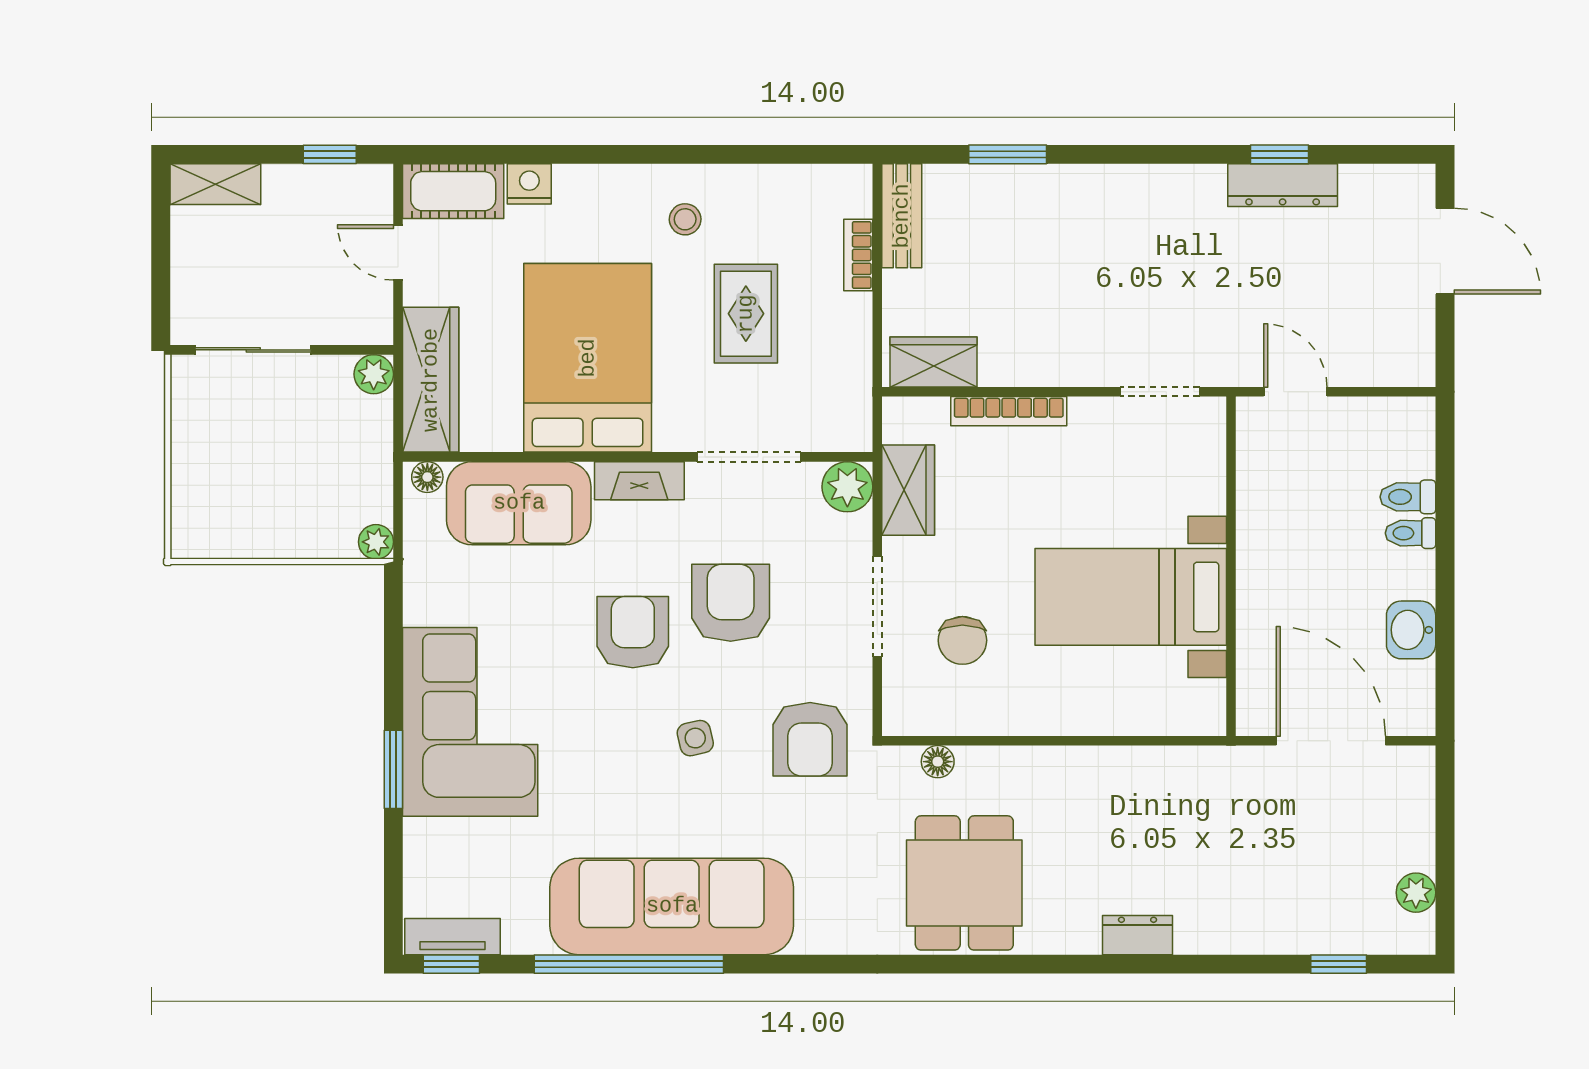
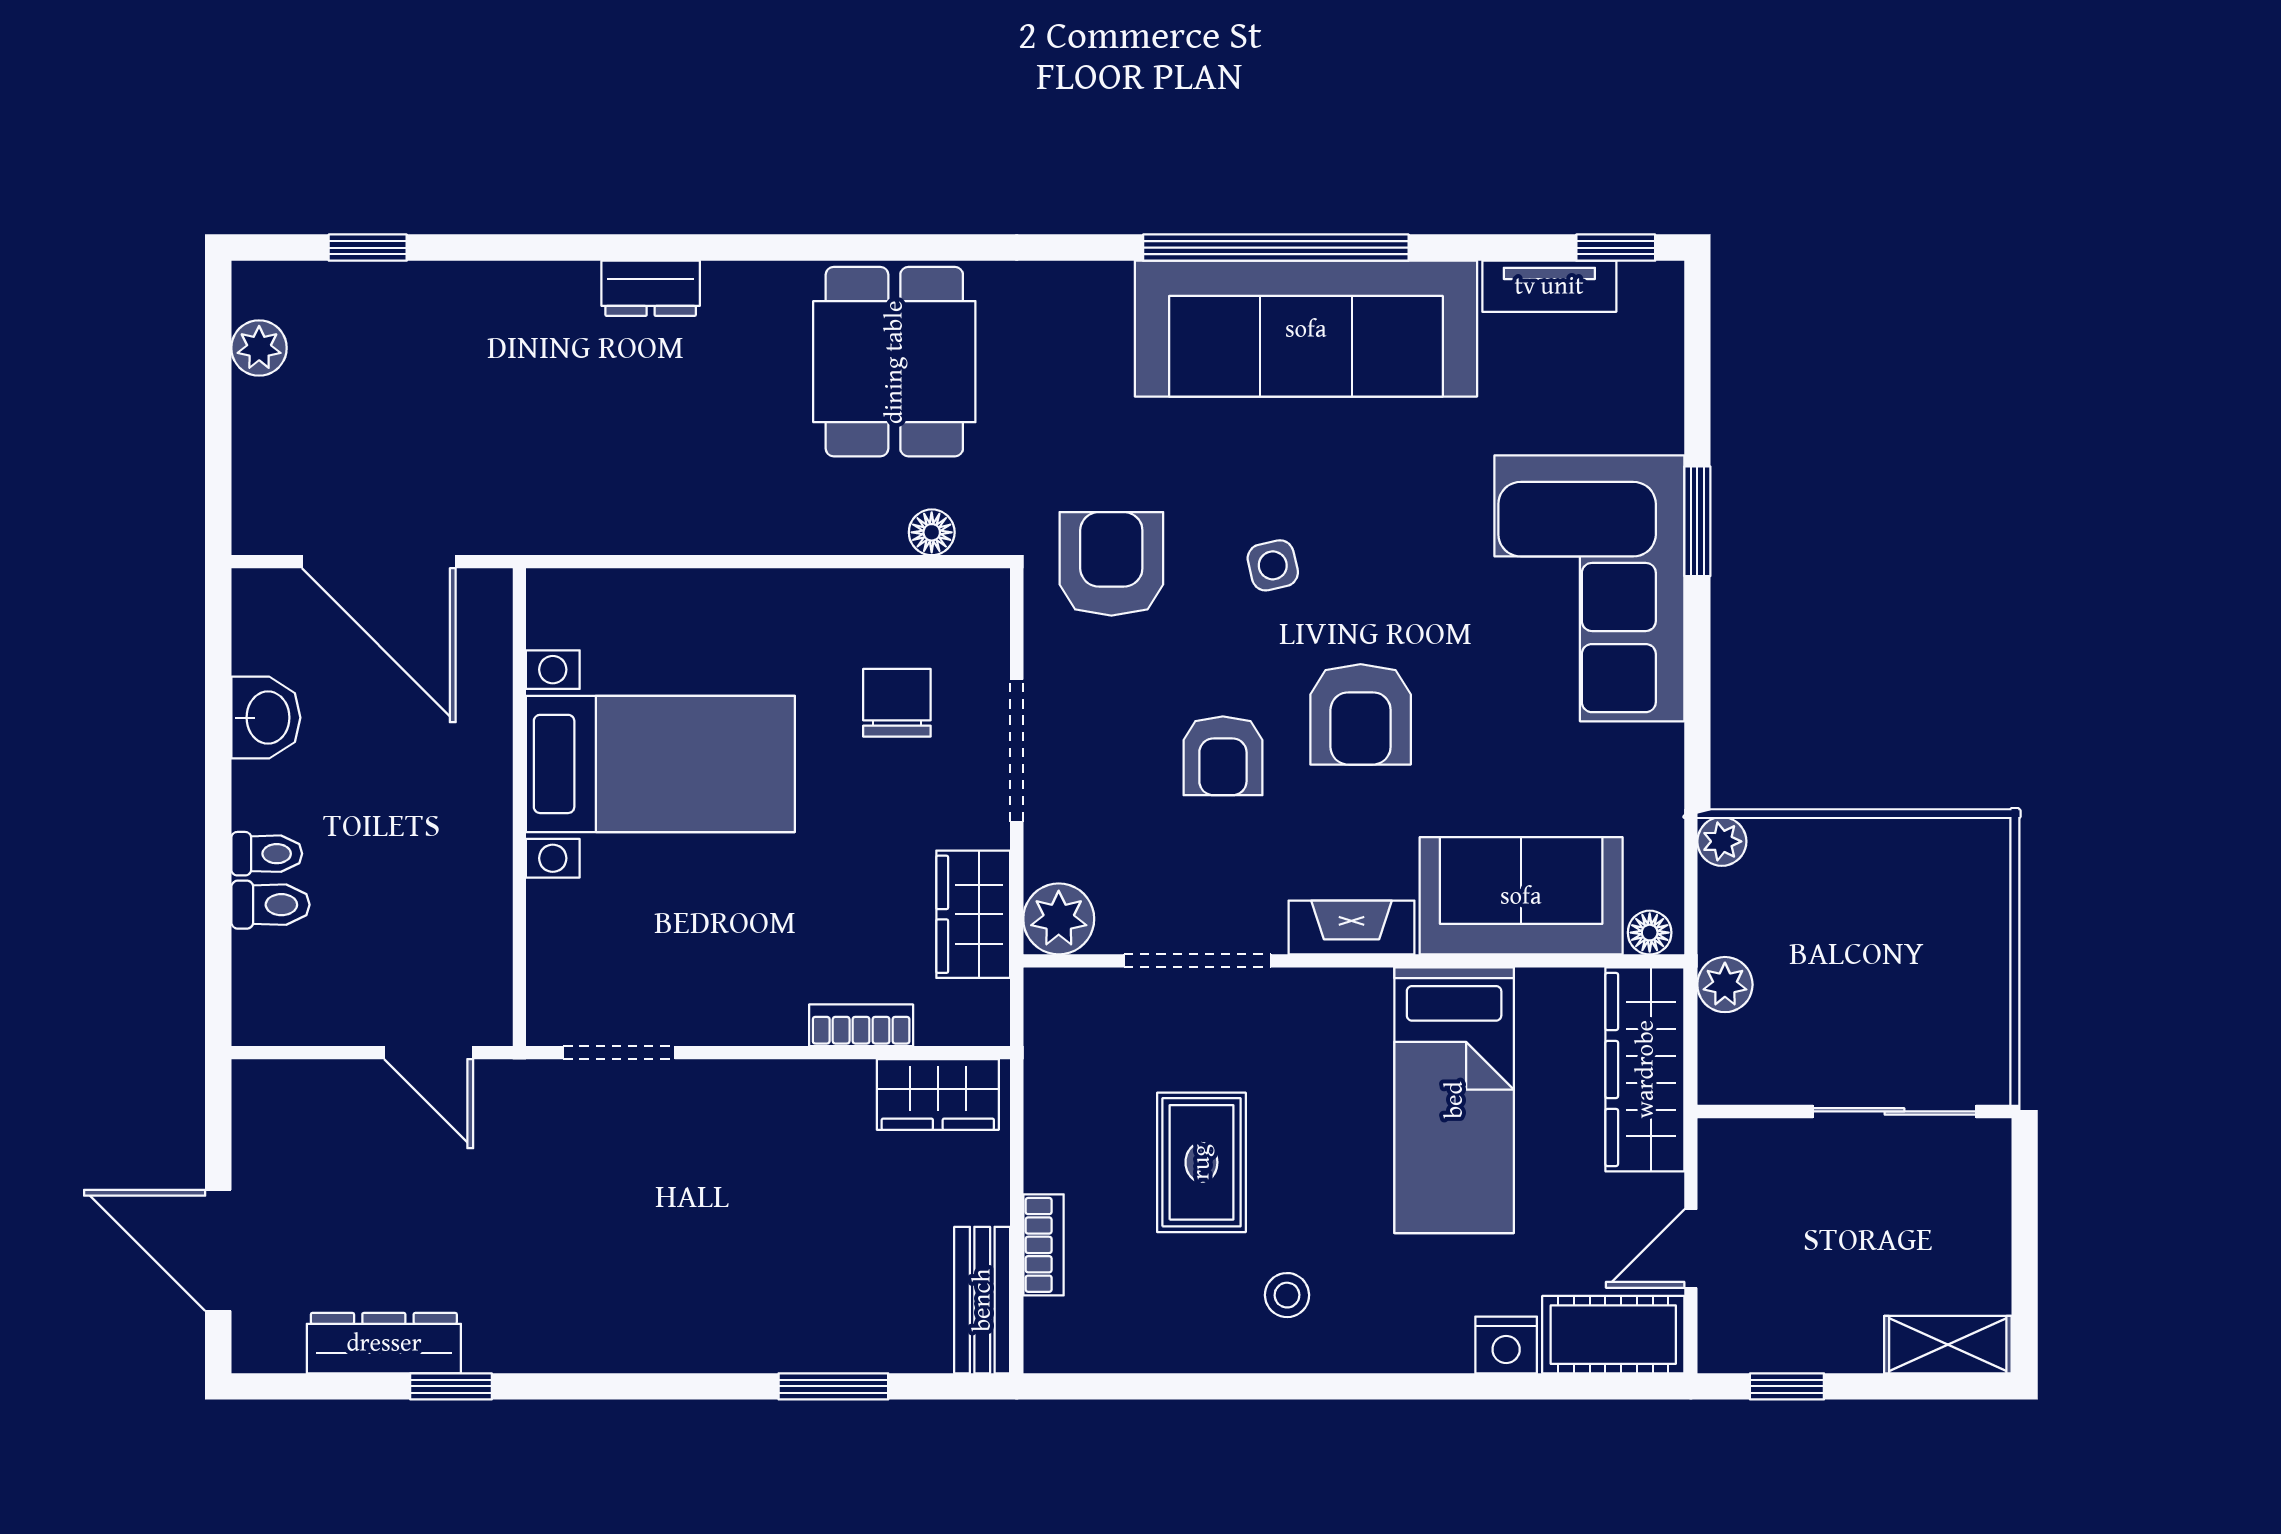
dresser: (1283, 185) -> (384, 1343), moved
door: (398, 252) -> (1691, 1249), swing flipped
bed: (588, 358) -> (1454, 1100), width x0.67
plant: (374, 374) -> (1725, 985), moved
bookcase: (1009, 411) -> (861, 1025), width x0.64
armchair: (731, 603) -> (1223, 756), width x0.72, depth x0.72
tv unit: (452, 937) -> (1549, 286), moved
window: (629, 964) -> (1276, 248), moved

